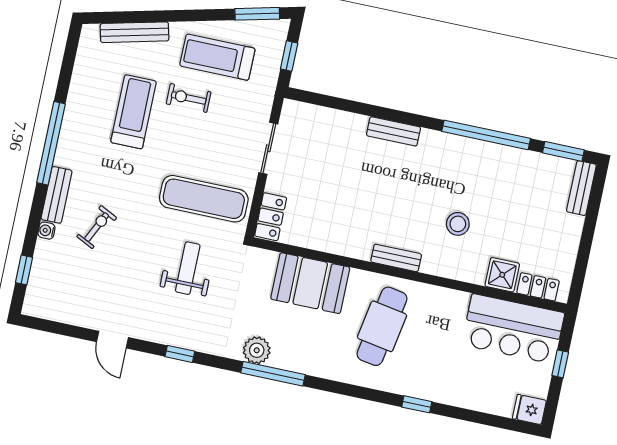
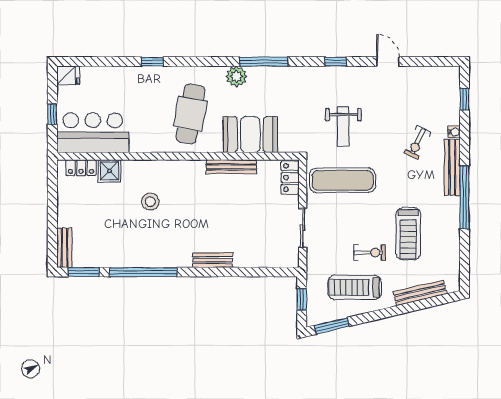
treadmill: (217, 57) -> (355, 287), turned 180
bench: (57, 195) -> (452, 167), width x1.36
bench: (396, 258) -> (231, 167), moved, width x1.36
plant: (257, 350) -> (236, 76), moved

